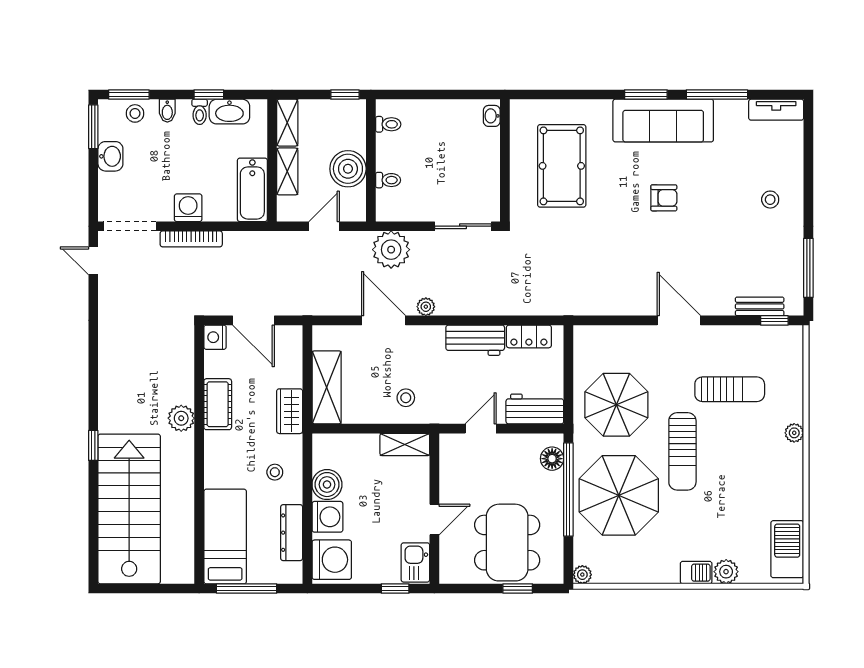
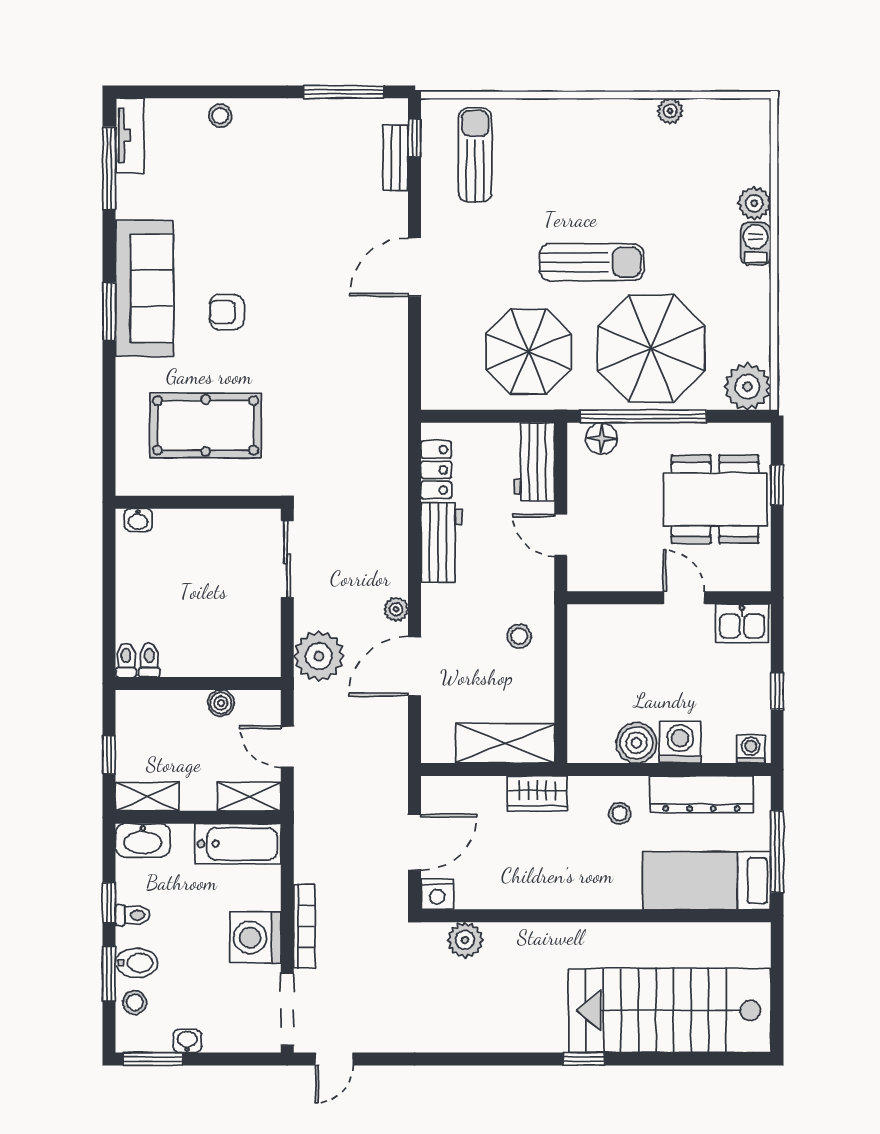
window: (129, 95) -> (109, 974), moved
window: (345, 95) -> (109, 754), moved
window: (717, 95) -> (109, 168), moved
bidet: (167, 111) -> (137, 963), width x1.38, depth x1.36
washbasin: (229, 112) -> (143, 840), moved, turned 90
washbasin: (110, 156) -> (187, 1041), width x0.72, depth x0.69
boiler: (348, 169) -> (221, 703), width x0.54, depth x0.54
shelving: (287, 171) -> (249, 797), moved
toilet: (388, 180) -> (126, 660), moved
armchair: (664, 198) -> (227, 312), moved, turned -90
stool: (770, 200) -> (220, 116), moved
washing machine: (188, 208) -> (255, 938), width x1.37, depth x1.37
sun lounger: (730, 389) -> (475, 155), moved
cot: (218, 404) -> (528, 891), removed
plant: (181, 418) -> (465, 940), moved
plant: (794, 433) -> (670, 111), moved
shelving: (405, 444) -> (582, 638), removed
dresser: (292, 533) -> (702, 794), width x1.37, depth x1.24
barbecue: (787, 549) -> (724, 120), removed
washing machine: (332, 560) -> (751, 749), width x0.53, depth x0.53
plant: (582, 575) -> (747, 387), width x1.88, depth x1.88
window: (395, 589) -> (777, 691), moved

